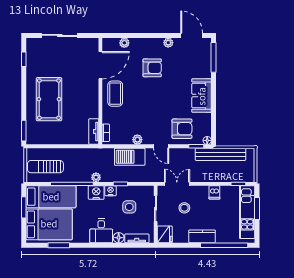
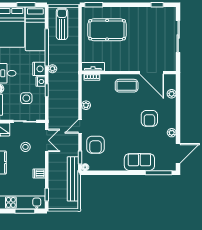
sofa: (202, 96) -> (139, 162), moved
pool table: (49, 99) -> (107, 30), moved
barbecue: (130, 157) -> (71, 98), removed

